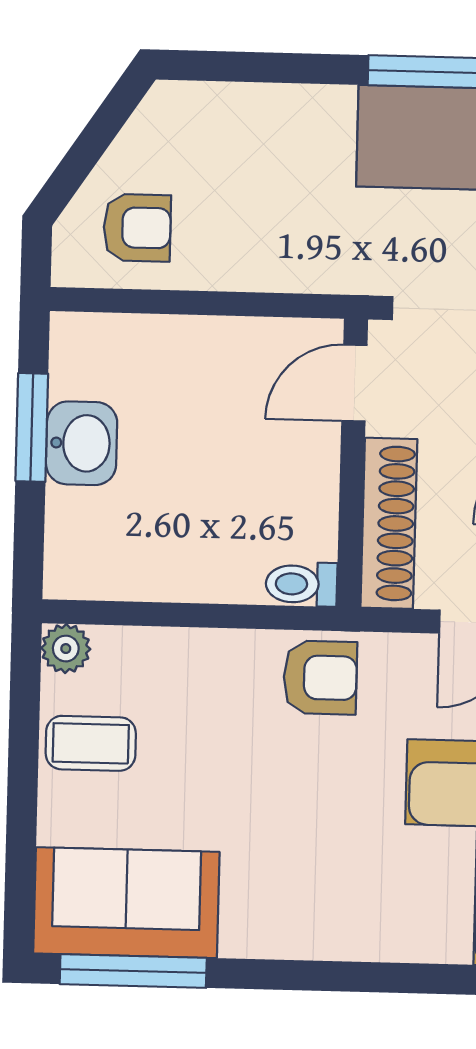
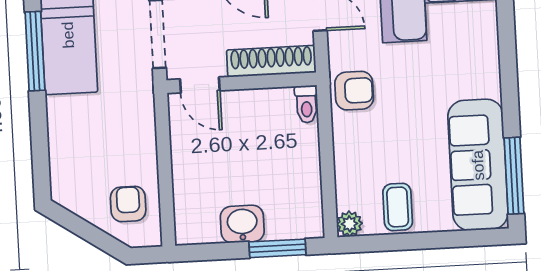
window: (32, 427) -> (277, 248), moved
armchair: (320, 678) -> (354, 91), turned 90
sofa: (126, 903) -> (478, 165), width x1.36

